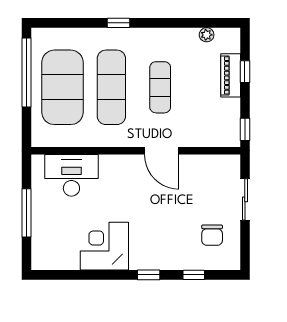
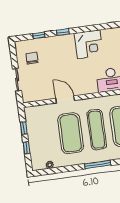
window: (119, 23) -> (98, 165), width x2.17
piano: (231, 75) -> (34, 145), removed
exercise mat: (160, 87) -> (71, 133), width x2.00, depth x1.45
window: (245, 129) -> (24, 128), moved

